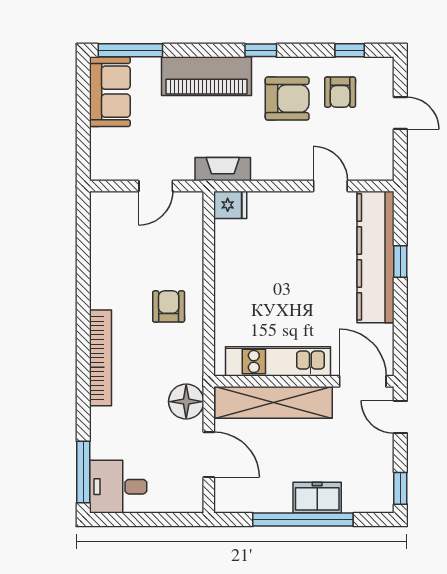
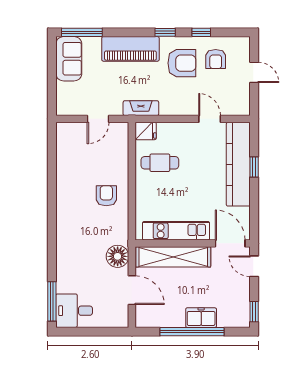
window: (350, 50) -> (201, 32), moved
cafe table: (253, 255) -> (160, 163), added
bookcase: (100, 358) -> (63, 229), removed

